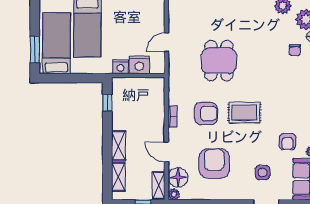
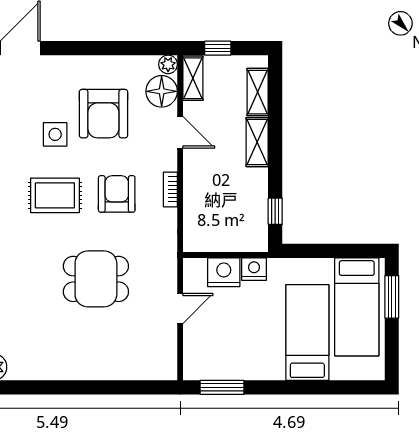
dining table: (219, 61) -> (96, 279), turned 90
armchair: (206, 114) -> (117, 194), turned 90
side table: (263, 173) -> (55, 134), moved

